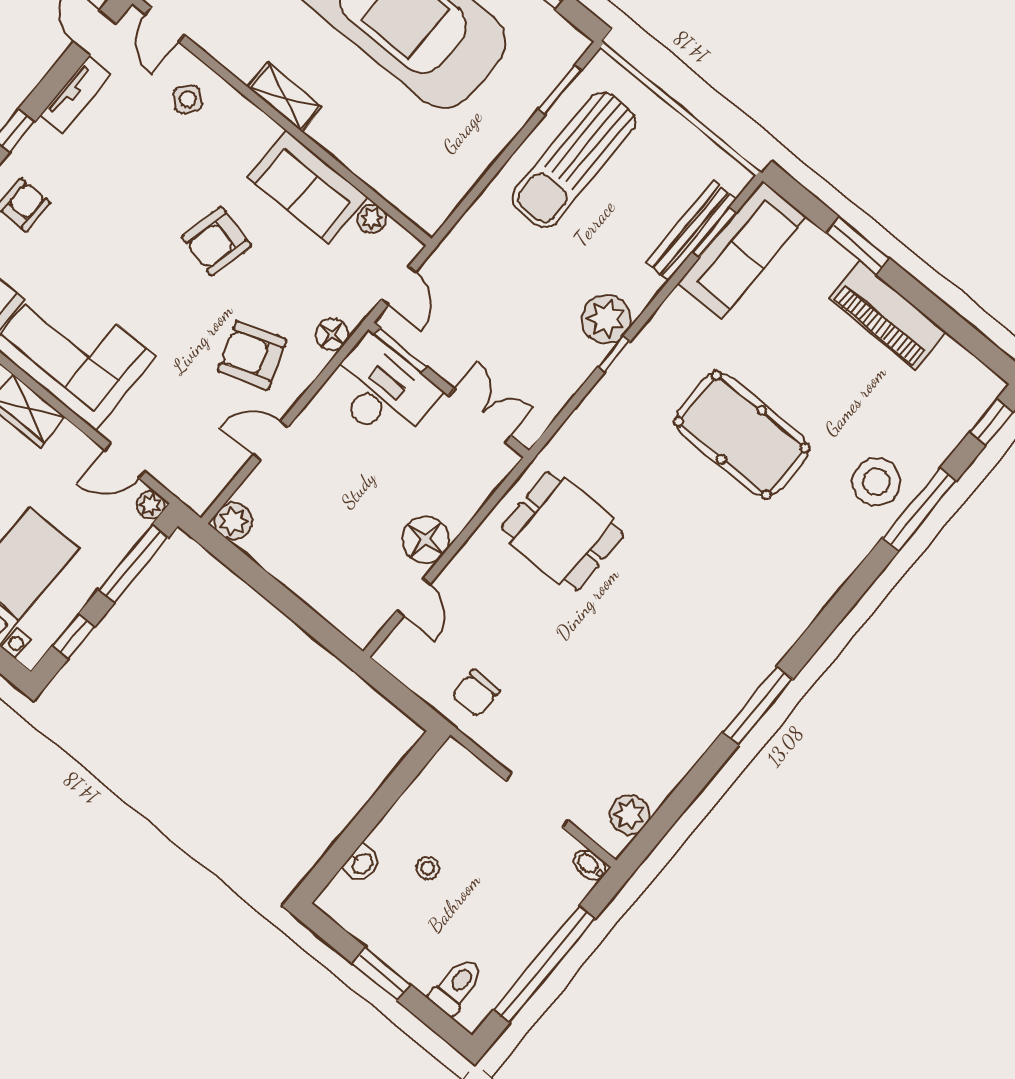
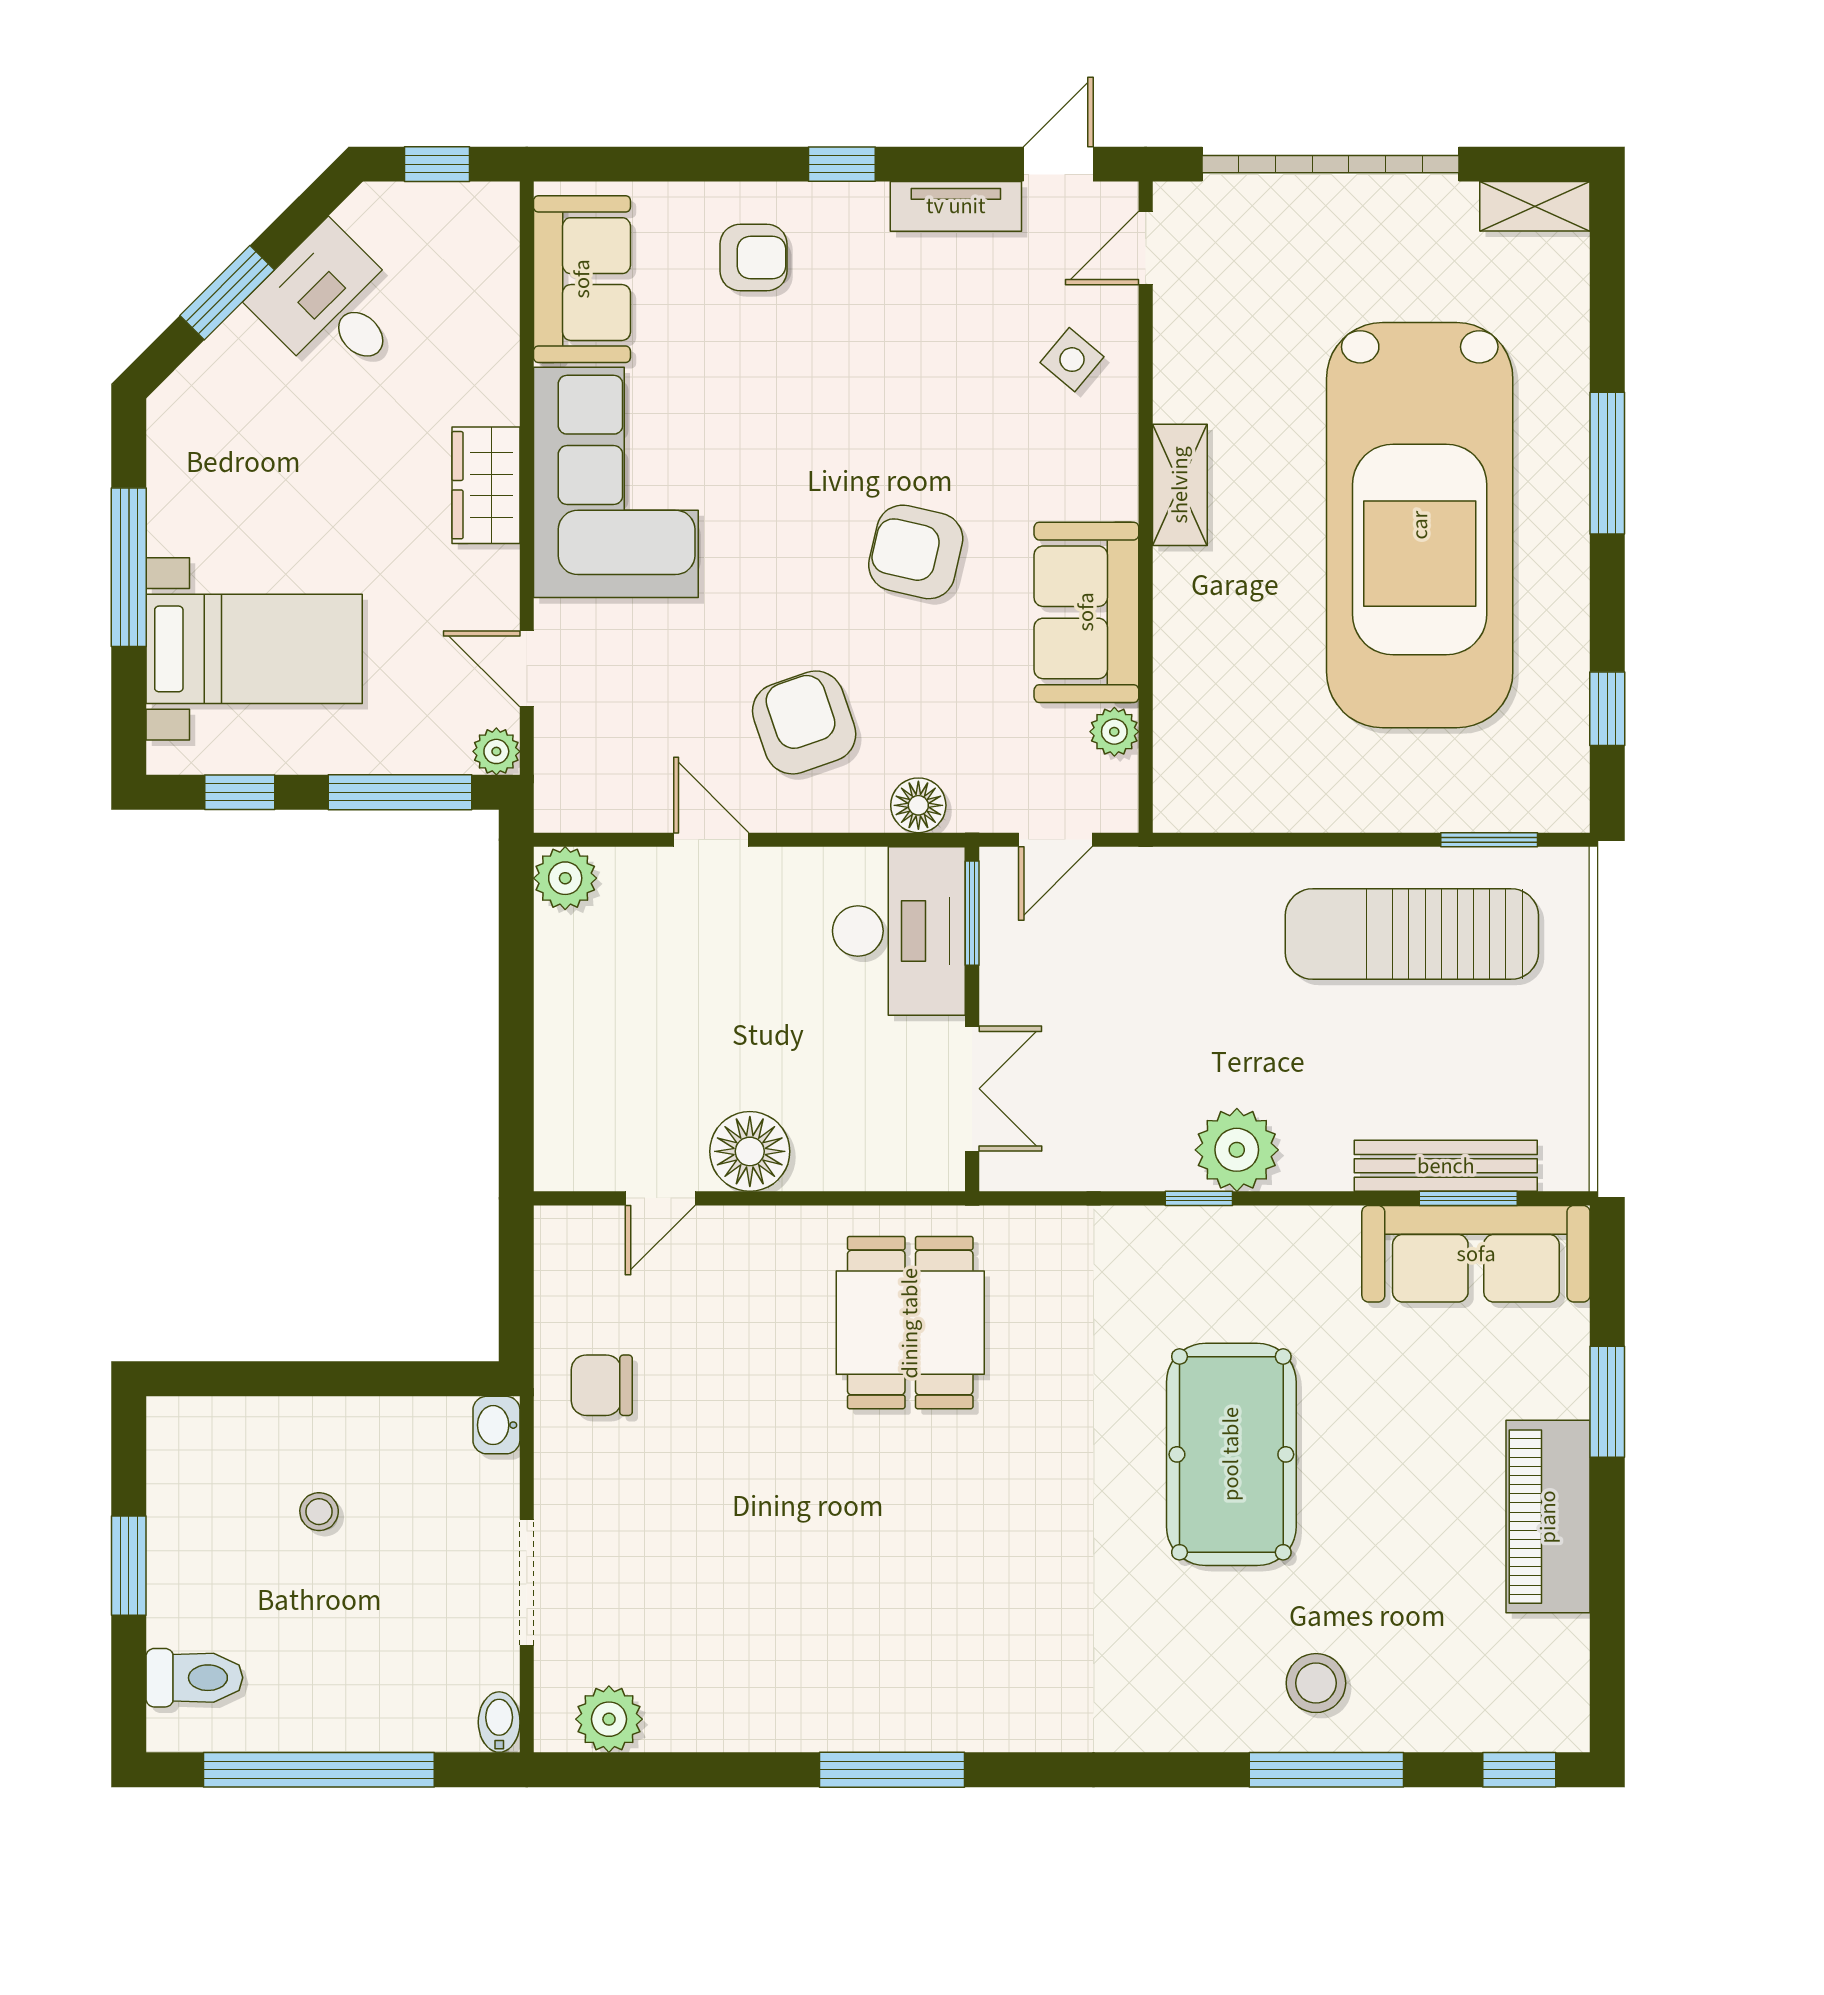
stool: (876, 482) -> (1316, 1683), width x0.73, depth x0.73
washbasin: (362, 863) -> (496, 1425), moved, turned 90

